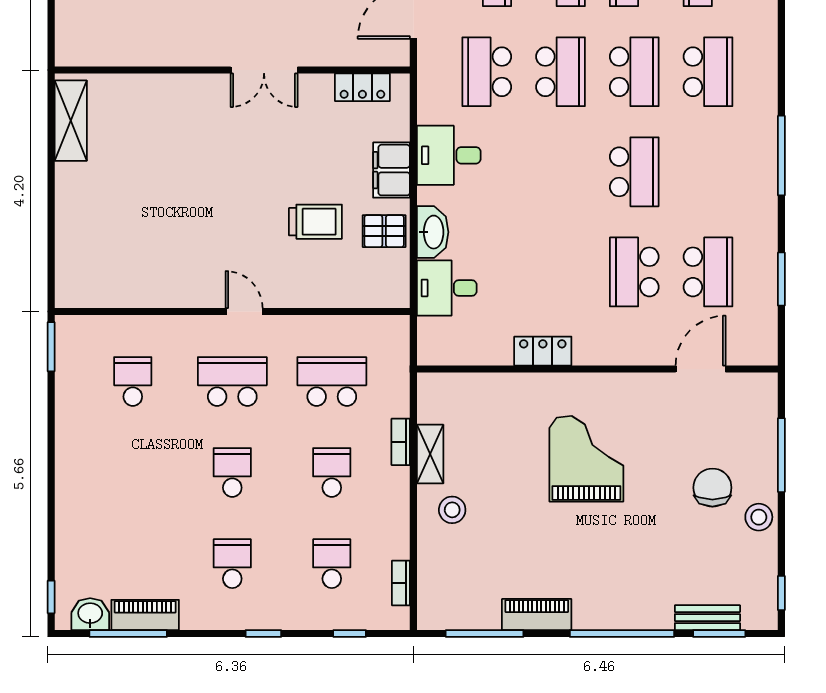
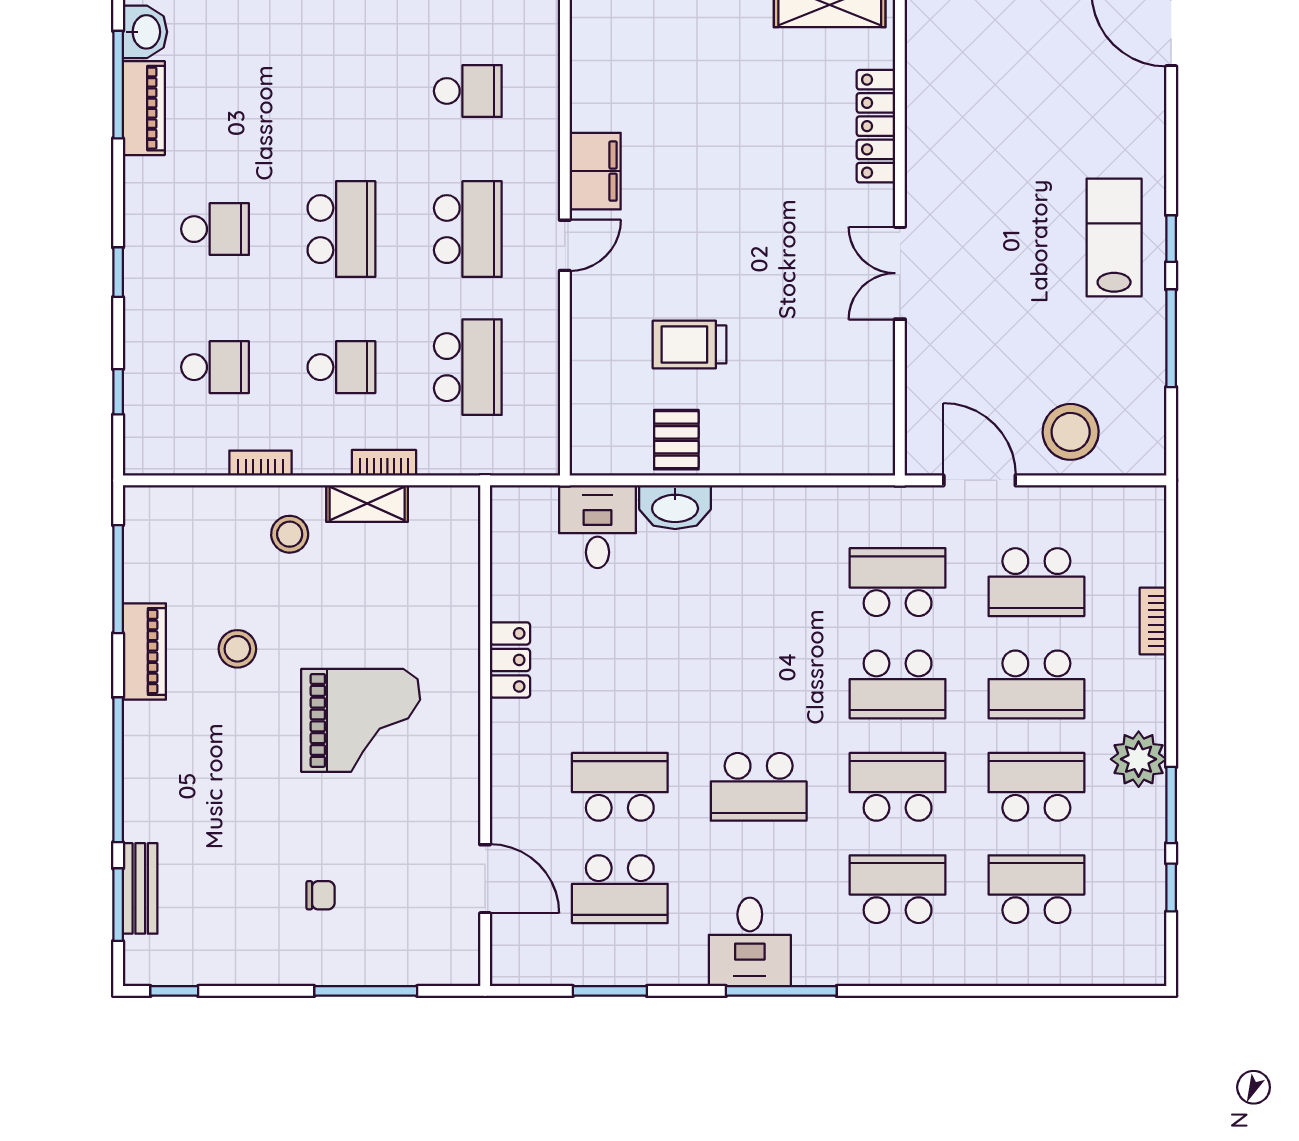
school desk: (634, 72) -> (898, 787), turned 180
school desk: (708, 72) -> (898, 889), turned 180
locker: (362, 87) -> (876, 126), moved, width x1.53
desk: (449, 155) -> (750, 942), moved, turned 180
filing cabinet: (392, 170) -> (595, 171), moved, turned 90
trolley: (315, 222) -> (689, 344), turned 90
school desk: (232, 473) -> (341, 229), width x1.85
chair: (712, 488) -> (321, 895), width x0.54, depth x0.54
stool: (759, 517) -> (237, 649), moved
bookcase: (401, 583) -> (261, 463), moved

